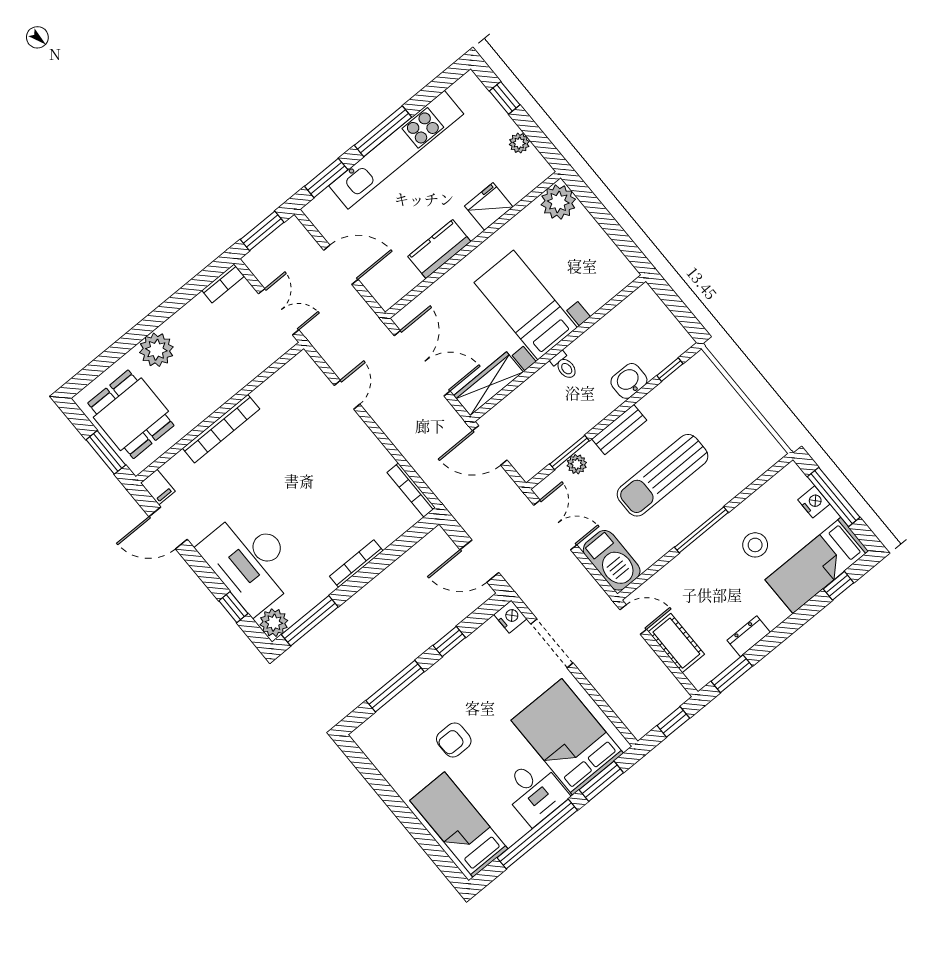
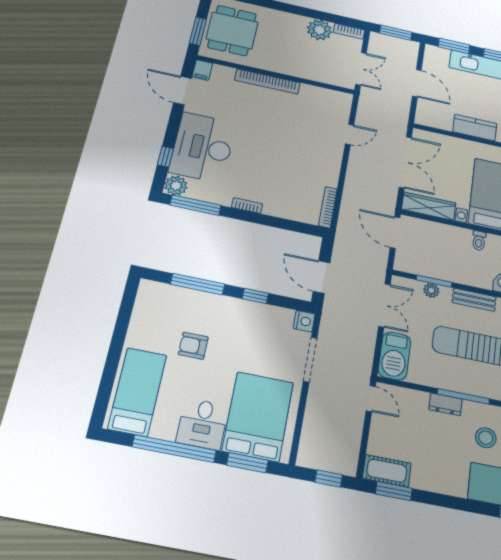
plant: (156, 350) -> (319, 30), moved
bookcase: (356, 564) -> (247, 206), width x0.64
dresser: (749, 636) -> (445, 404), moved, turned 180
cot: (676, 643) -> (387, 471), moved, turned 90

